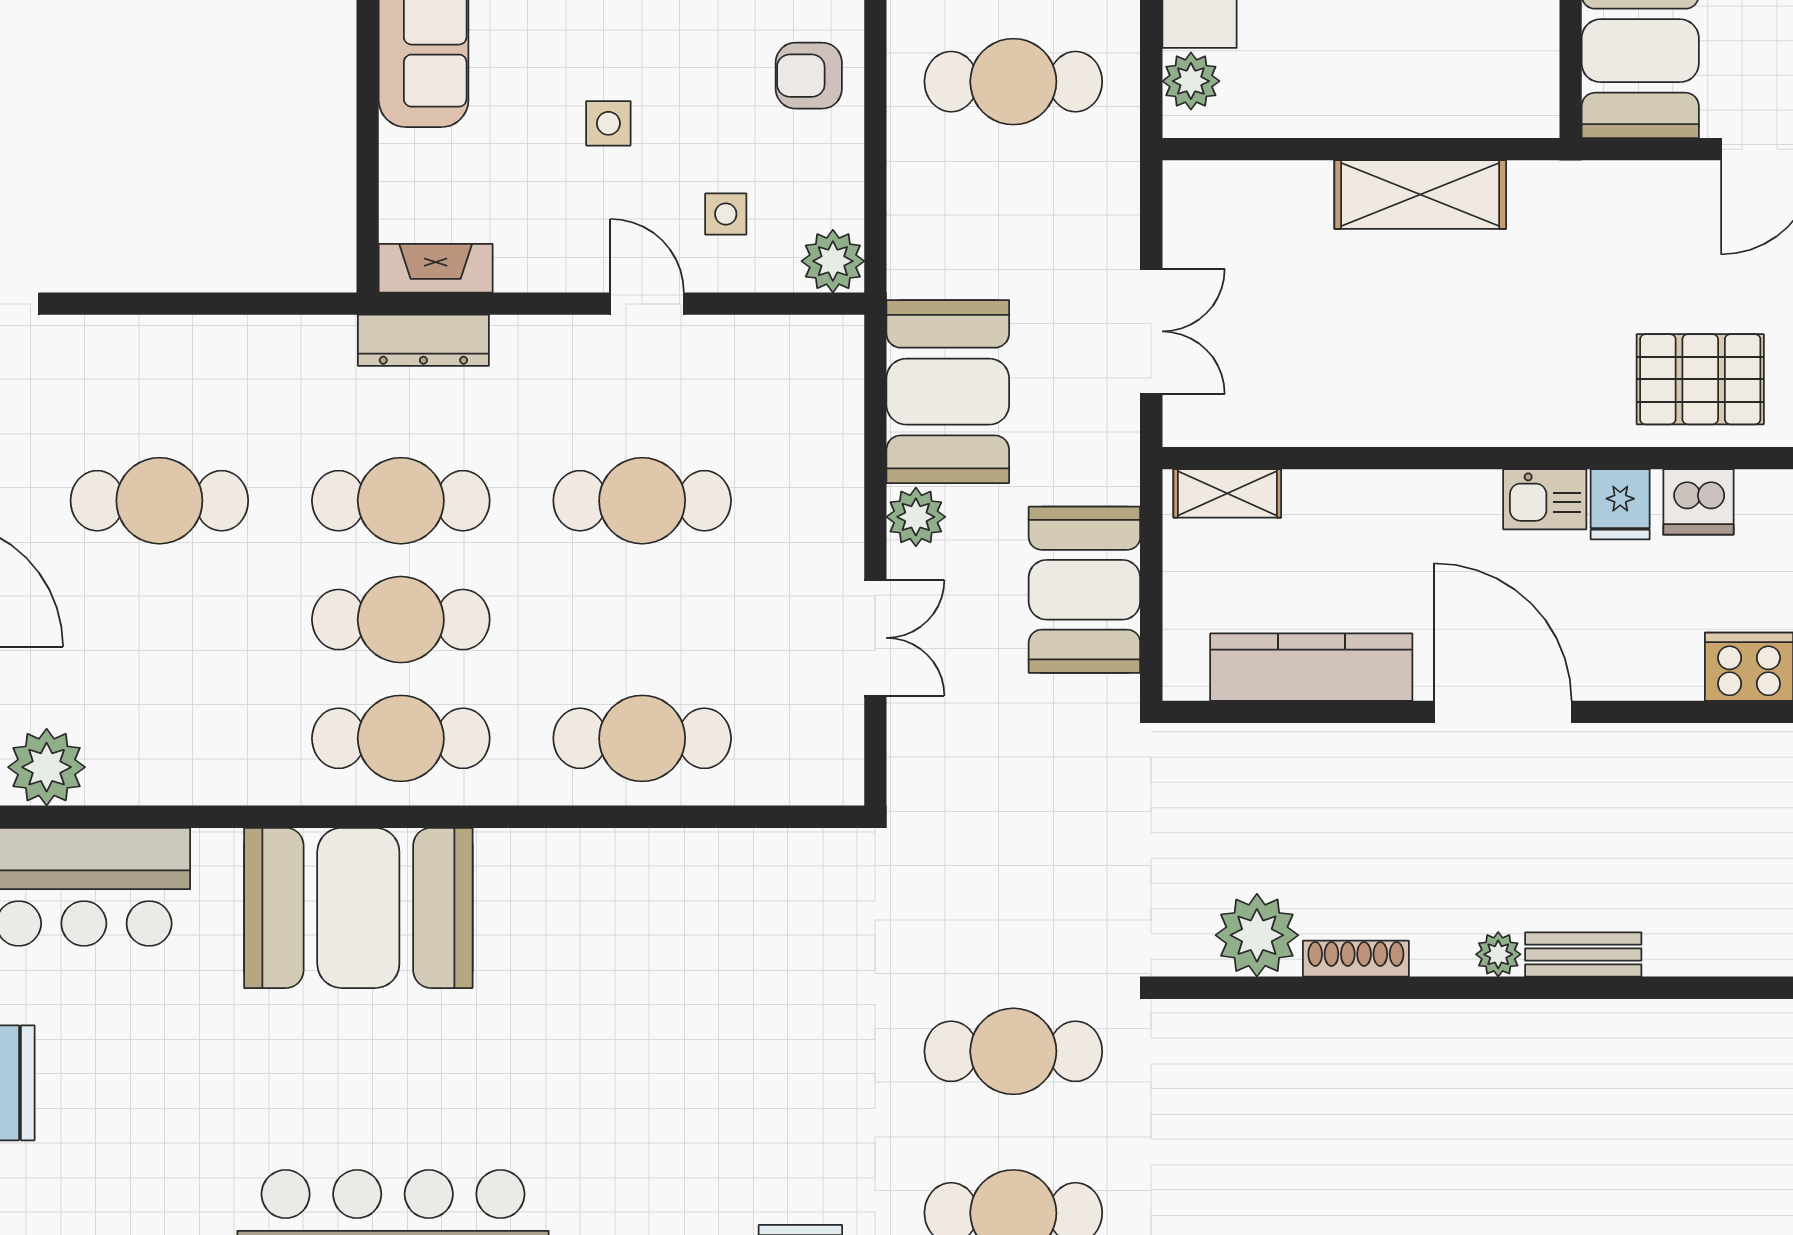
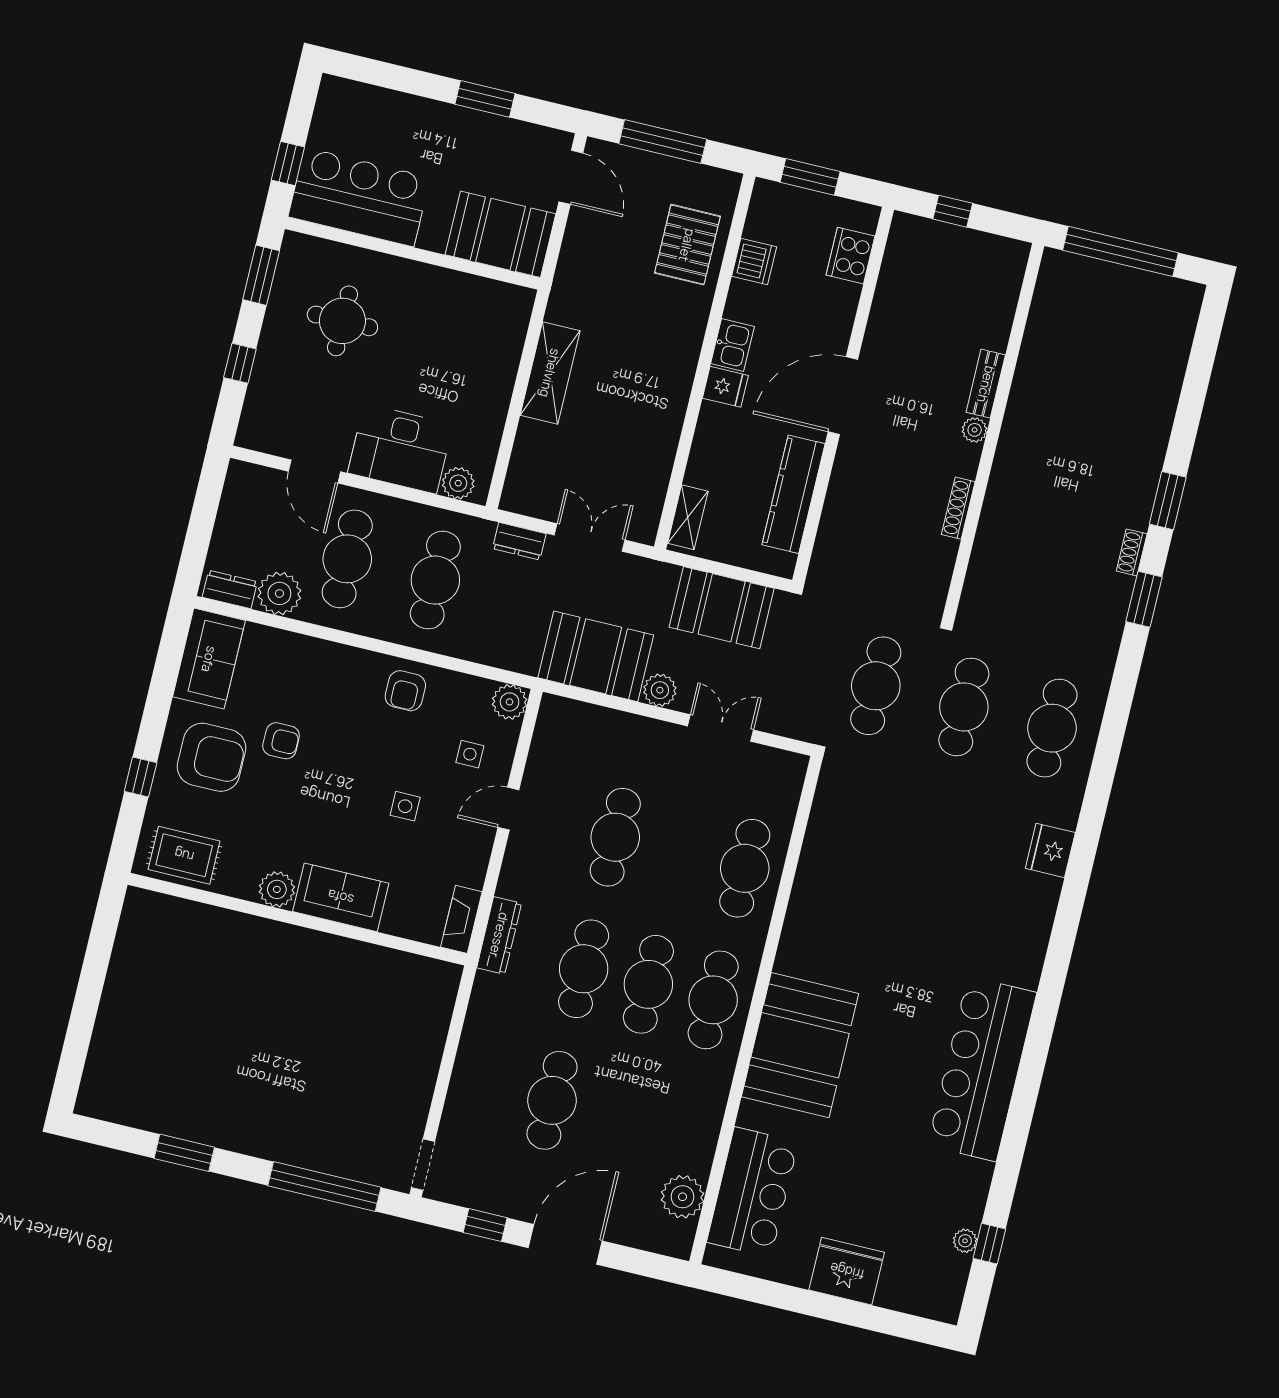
dresser: (1116, 211) -> (519, 541), added
fridge: (1620, 504) -> (725, 387), moved
cafe table: (1013, 890) -> (876, 686), added
plant: (1257, 935) -> (933, 559), removed

